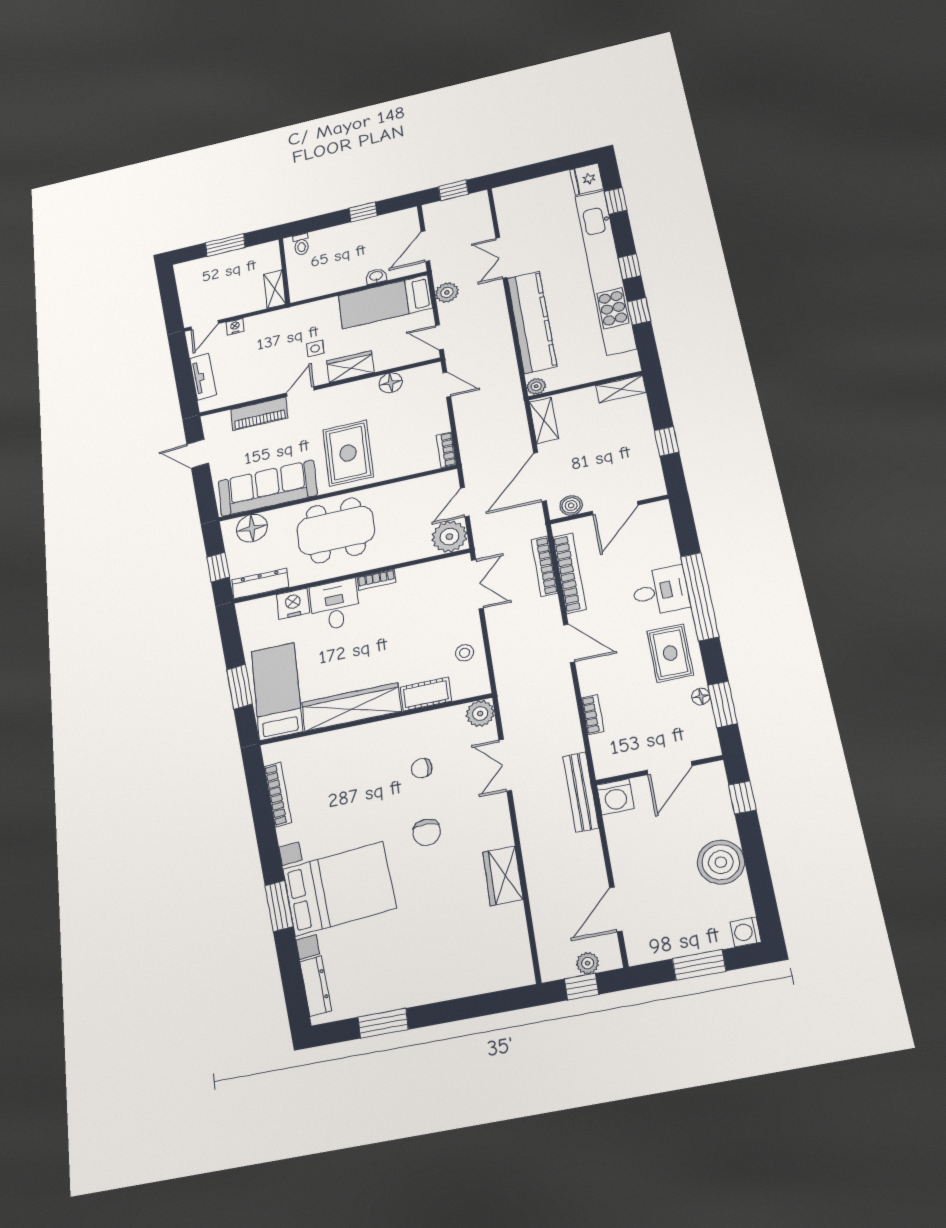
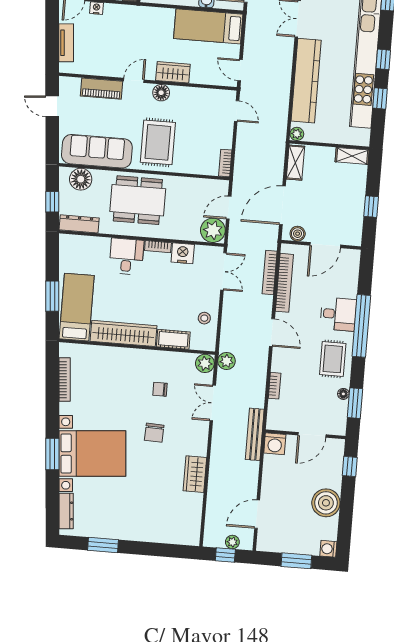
plant: (447, 292) -> (226, 361), moved
side table: (315, 348) -> (151, 48), removed
floor lamp: (391, 383) -> (161, 93), moved
nightstand: (293, 604) -> (183, 253), moved

